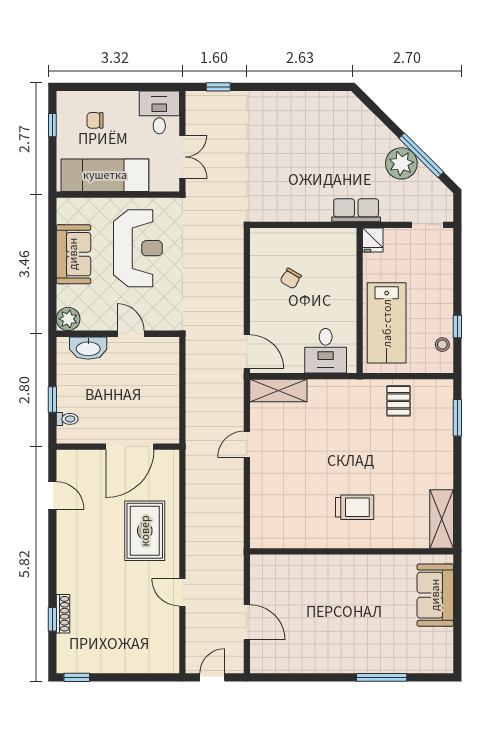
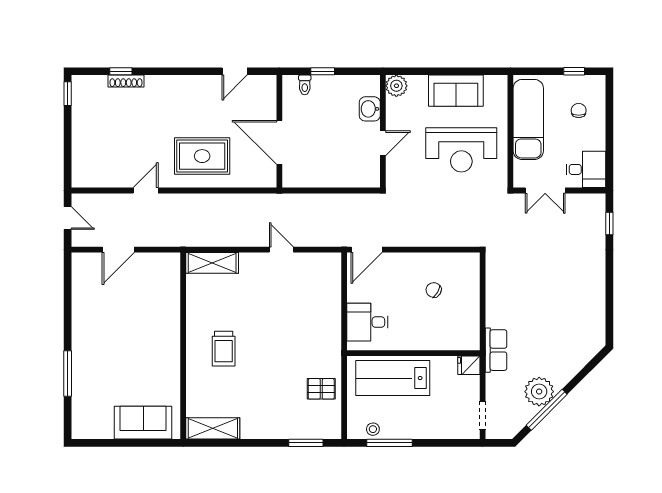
window: (457, 327) -> (389, 443), width x2.17
washbasin: (88, 348) -> (370, 109), width x0.72
shelving: (278, 391) -> (212, 263), moved, turned 90

